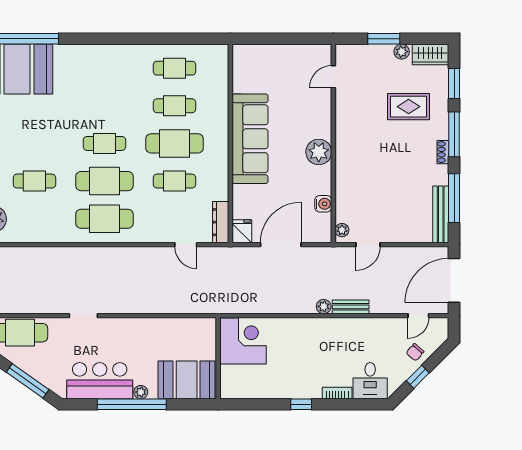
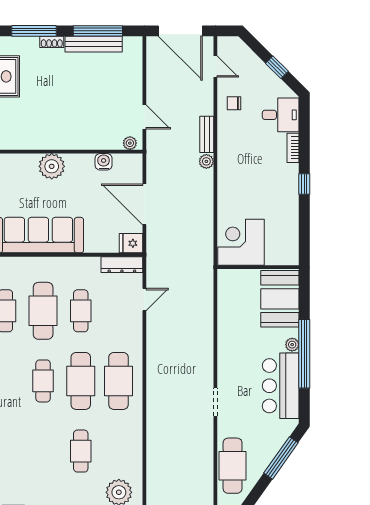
bench: (441, 214) -> (94, 44), moved
chair: (415, 352) -> (234, 103), moved, turned 139

